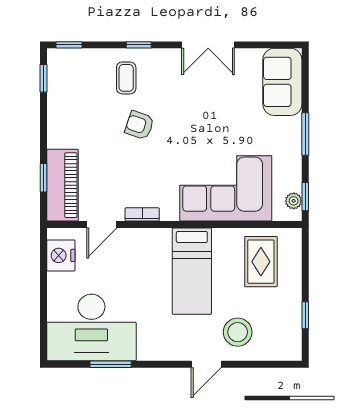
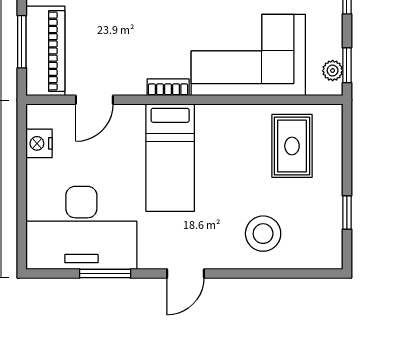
window: (43, 178) -> (22, 42), width x1.50
bookcase: (142, 214) -> (168, 87), moved
nightstand: (61, 255) -> (39, 143), width x0.74, depth x0.75
bed: (192, 271) -> (170, 158), moved
door: (206, 364) -> (185, 273), moved

